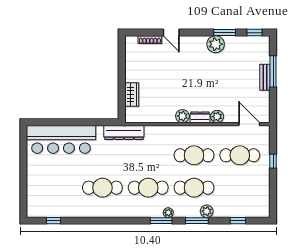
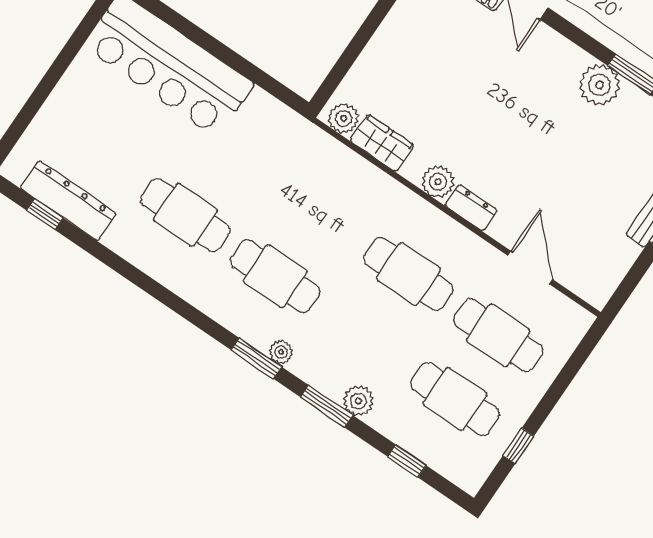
wardrobe: (132, 94) -> (382, 143), moved, turned -90
plant: (217, 117) -> (344, 118), moved
door: (249, 124) -> (530, 268), moved
dresser: (124, 132) -> (68, 201), moved, turned 180
window: (273, 161) -> (518, 446), moved
cafe table: (194, 188) -> (455, 399), moved

